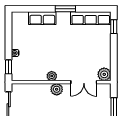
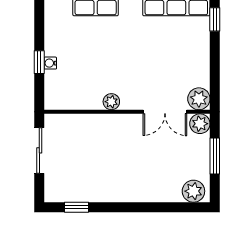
window: (9, 67) -> (39, 62), moved
plant: (57, 89) -> (200, 124), moved

